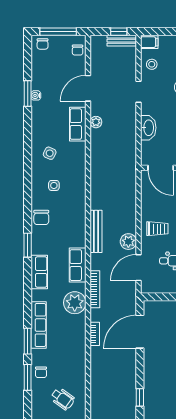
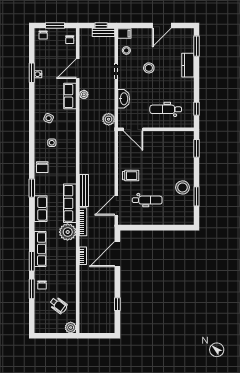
window: (58, 32) -> (55, 26), width x0.69
bench: (96, 231) -> (84, 191), moved
plant: (128, 242) -> (109, 119), moved
row of seats: (78, 265) -> (70, 203), width x1.48

